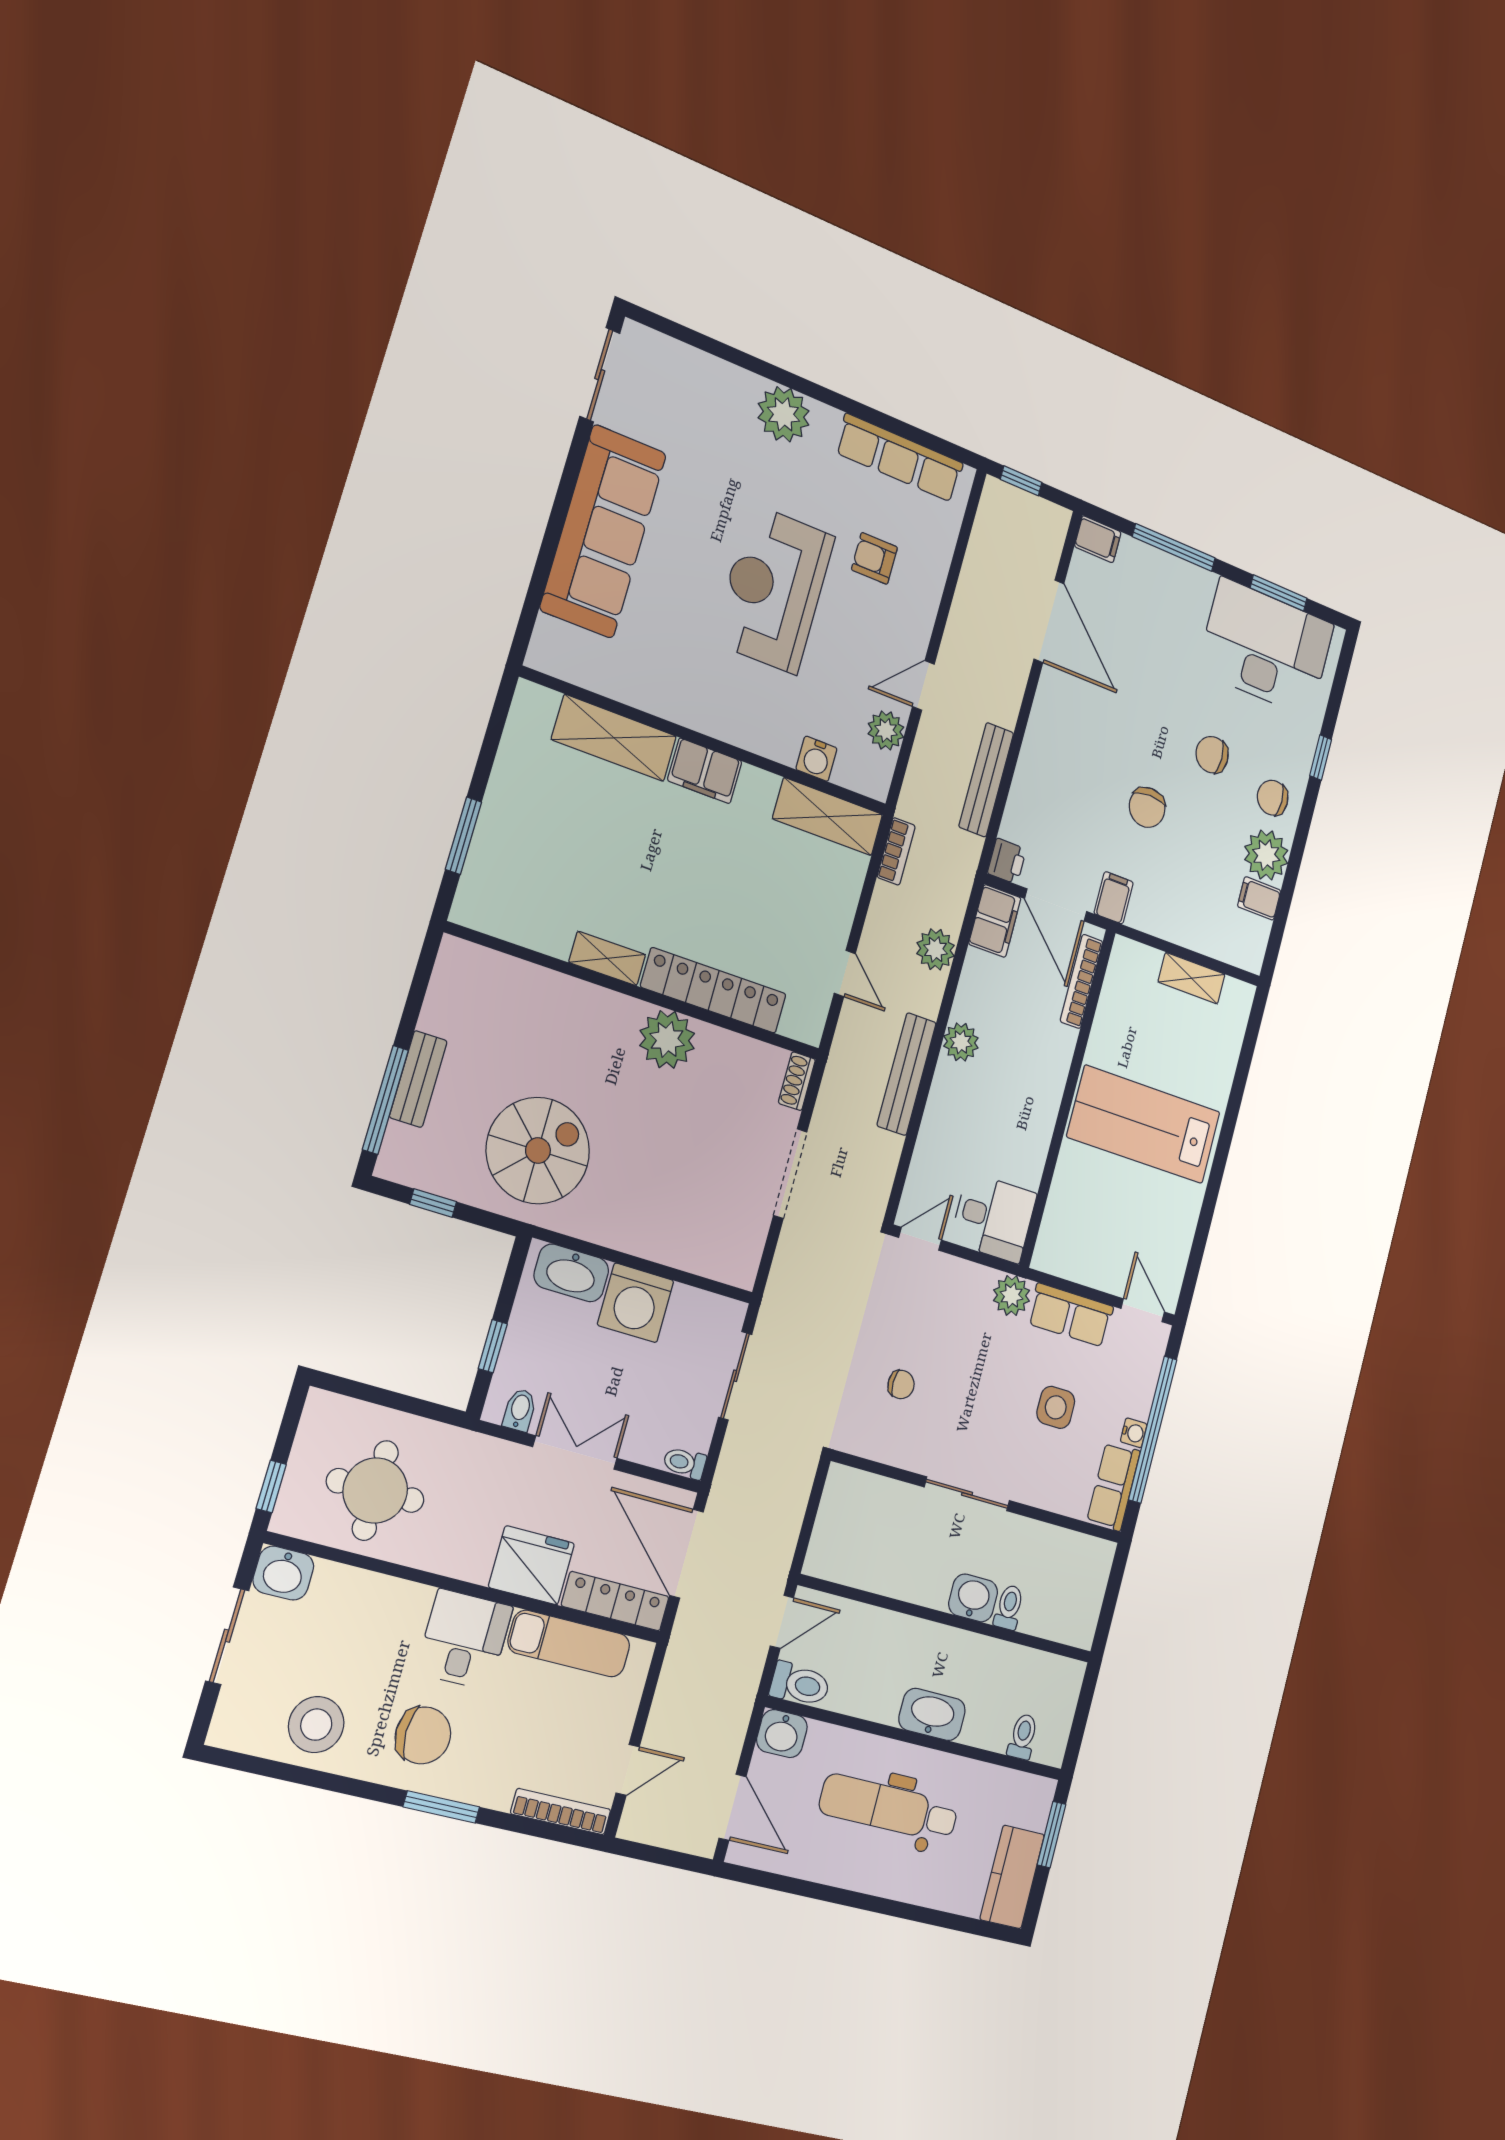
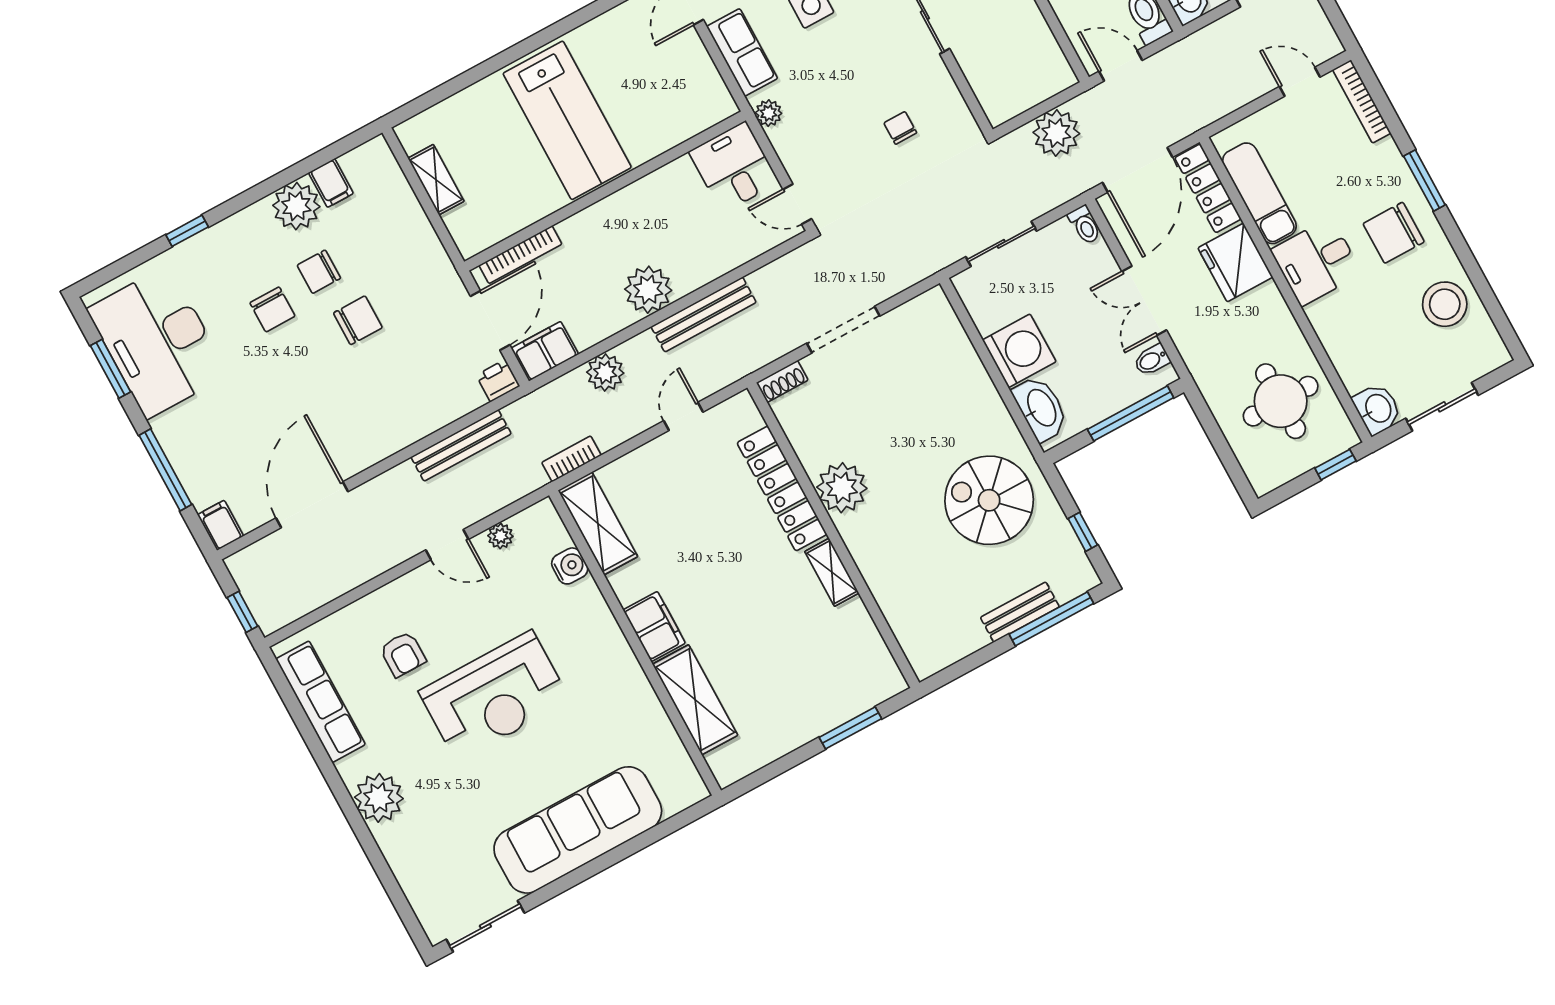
plant: (886, 730) -> (500, 536), width x0.73, depth x0.73
chair: (1273, 798) -> (319, 272), moved, turned 90
filing cabinet: (1114, 898) -> (442, 286), removed
plant: (961, 1042) -> (648, 290), width x1.36, depth x1.36
plant: (1012, 1295) -> (769, 113), width x0.73, depth x0.73
window: (493, 1346) -> (1131, 413), width x2.17
plant: (779, 1513) -> (1056, 133), added
chair: (423, 1735) -> (1394, 233), turned -90

